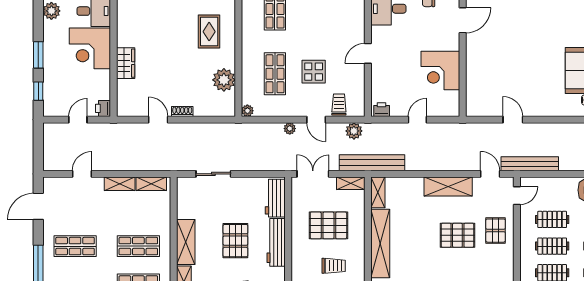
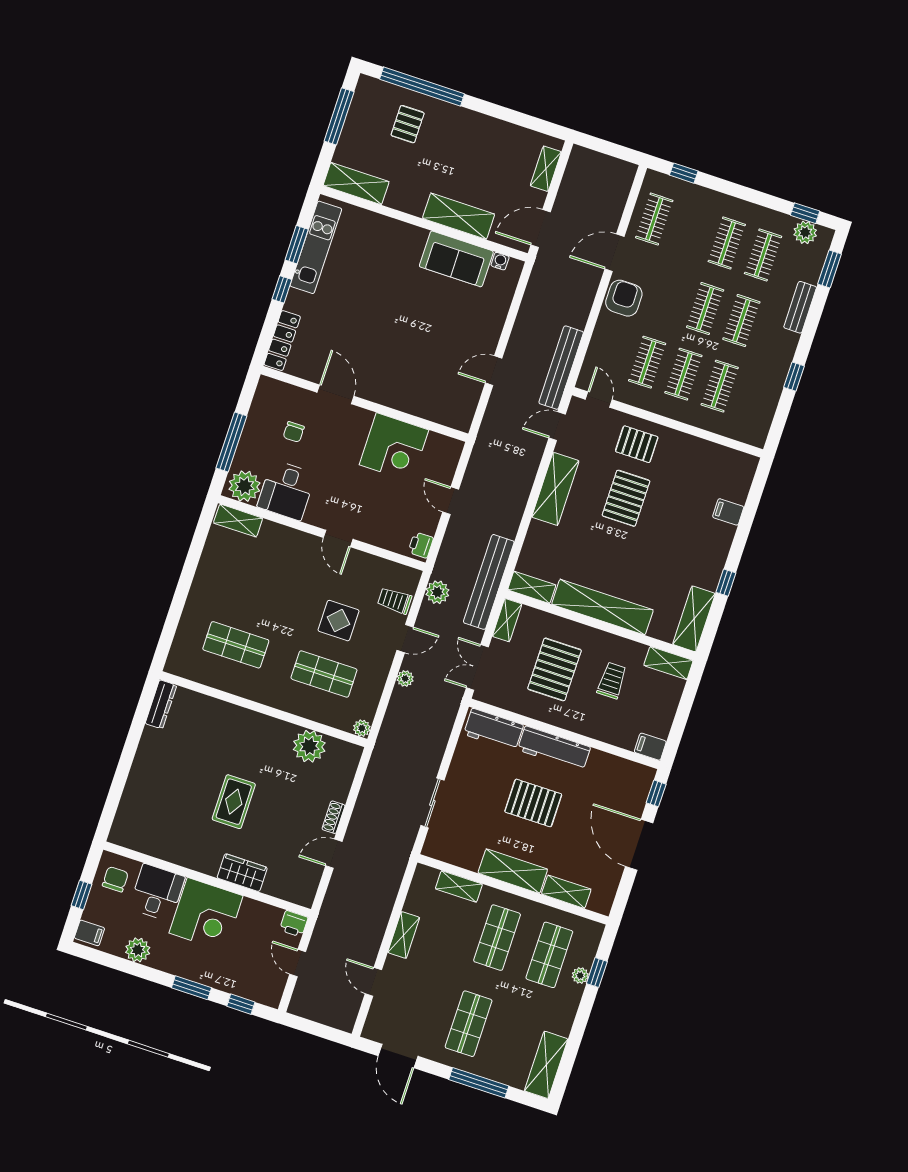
rug: (209, 32) -> (234, 802), moved, turned 90
shelving: (151, 184) -> (459, 886), moved, turned 90

